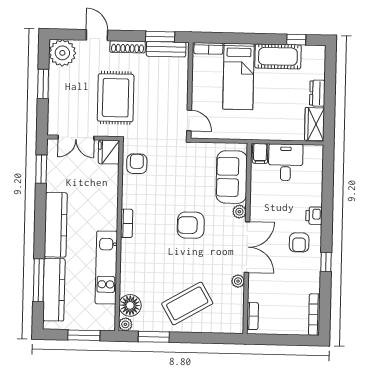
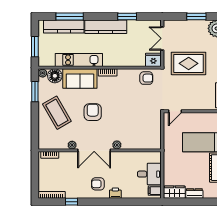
filing cabinet: (260, 153) -> (155, 191), moved
window: (41, 169) -> (127, 16), moved
sofa: (232, 177) -> (80, 79), moved, turned 180
armchair: (191, 225) -> (93, 112), moved
window: (326, 262) -> (72, 202), moved

